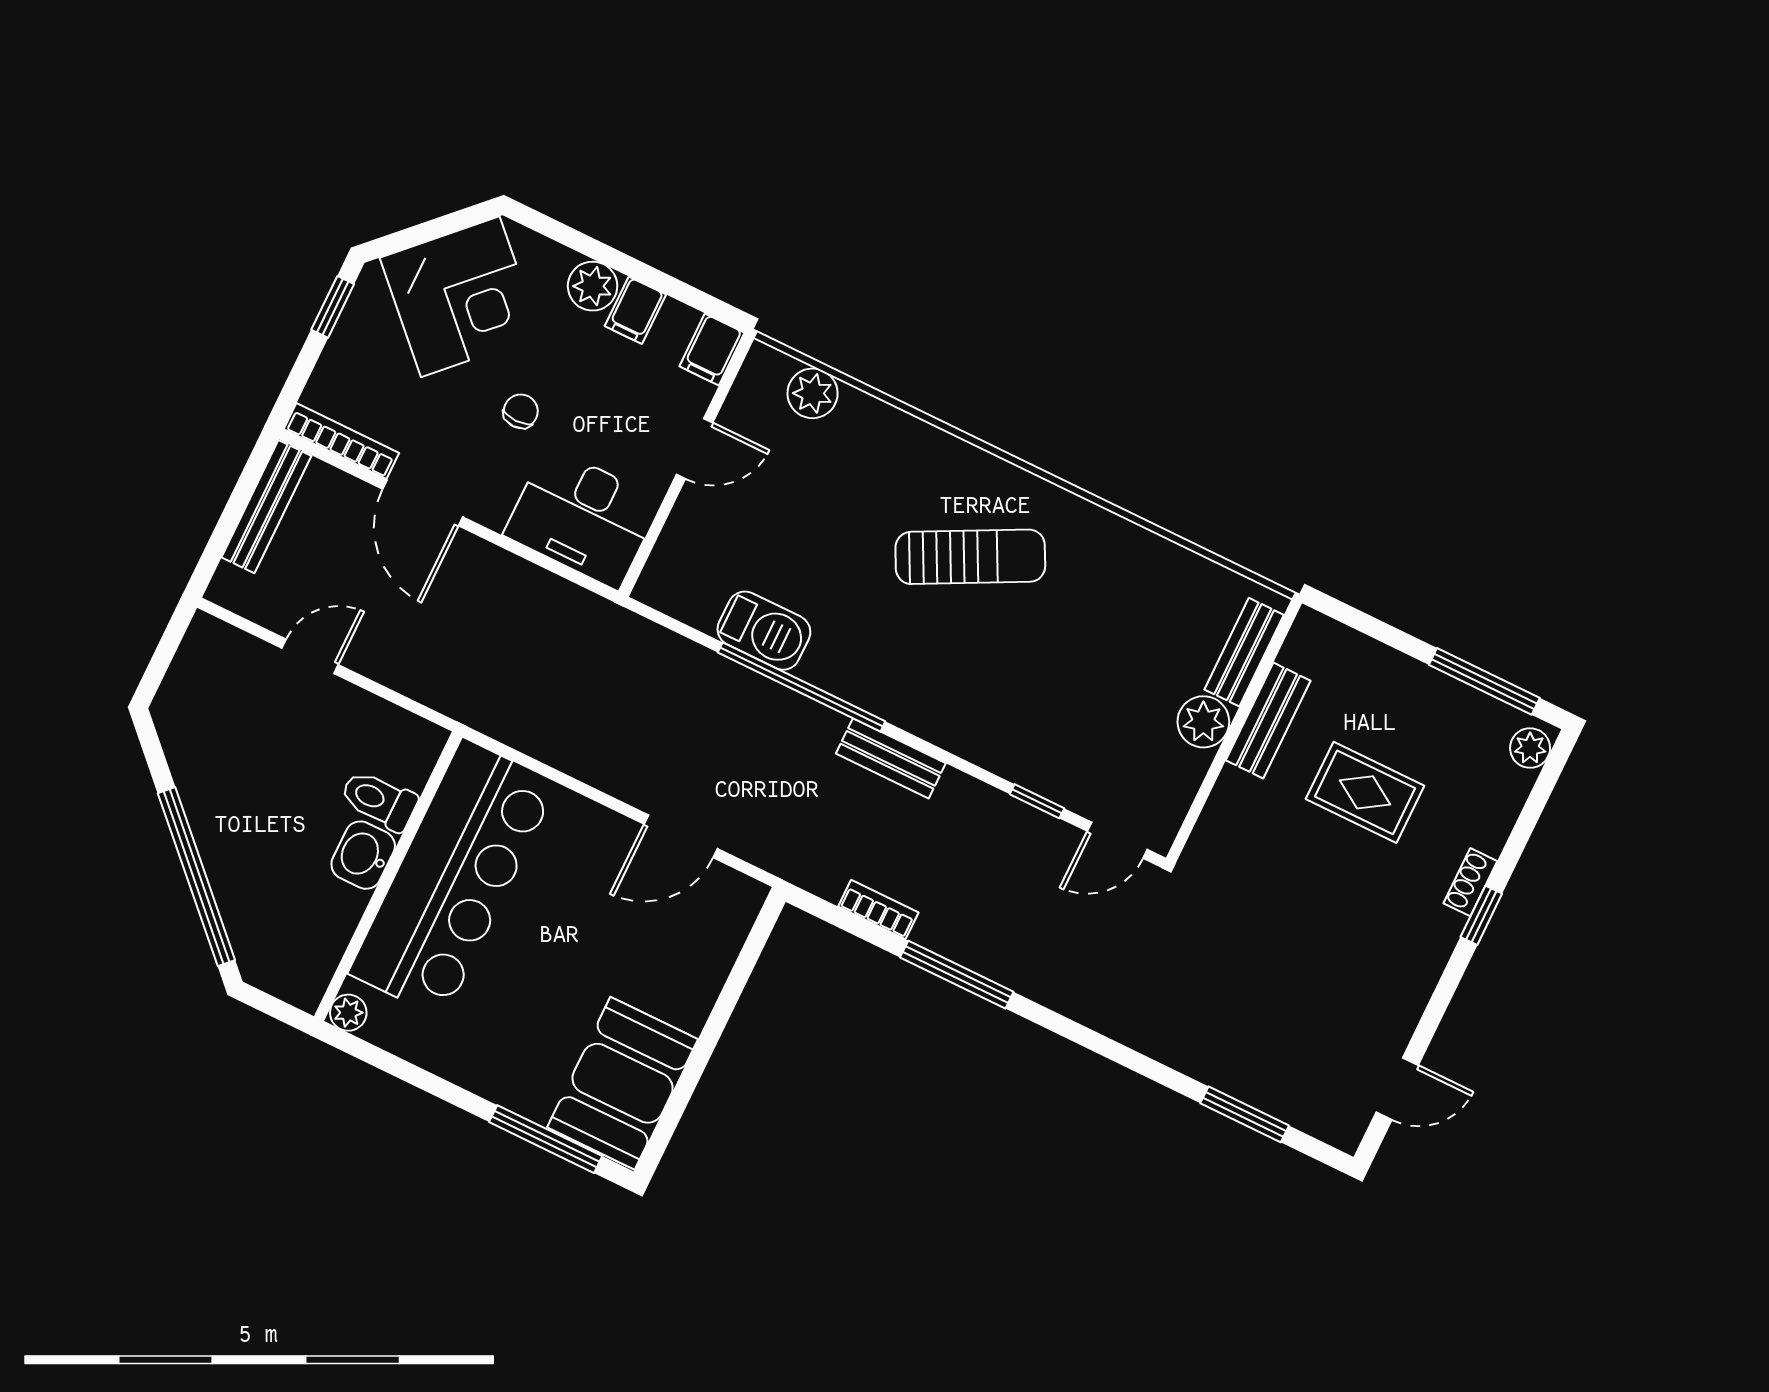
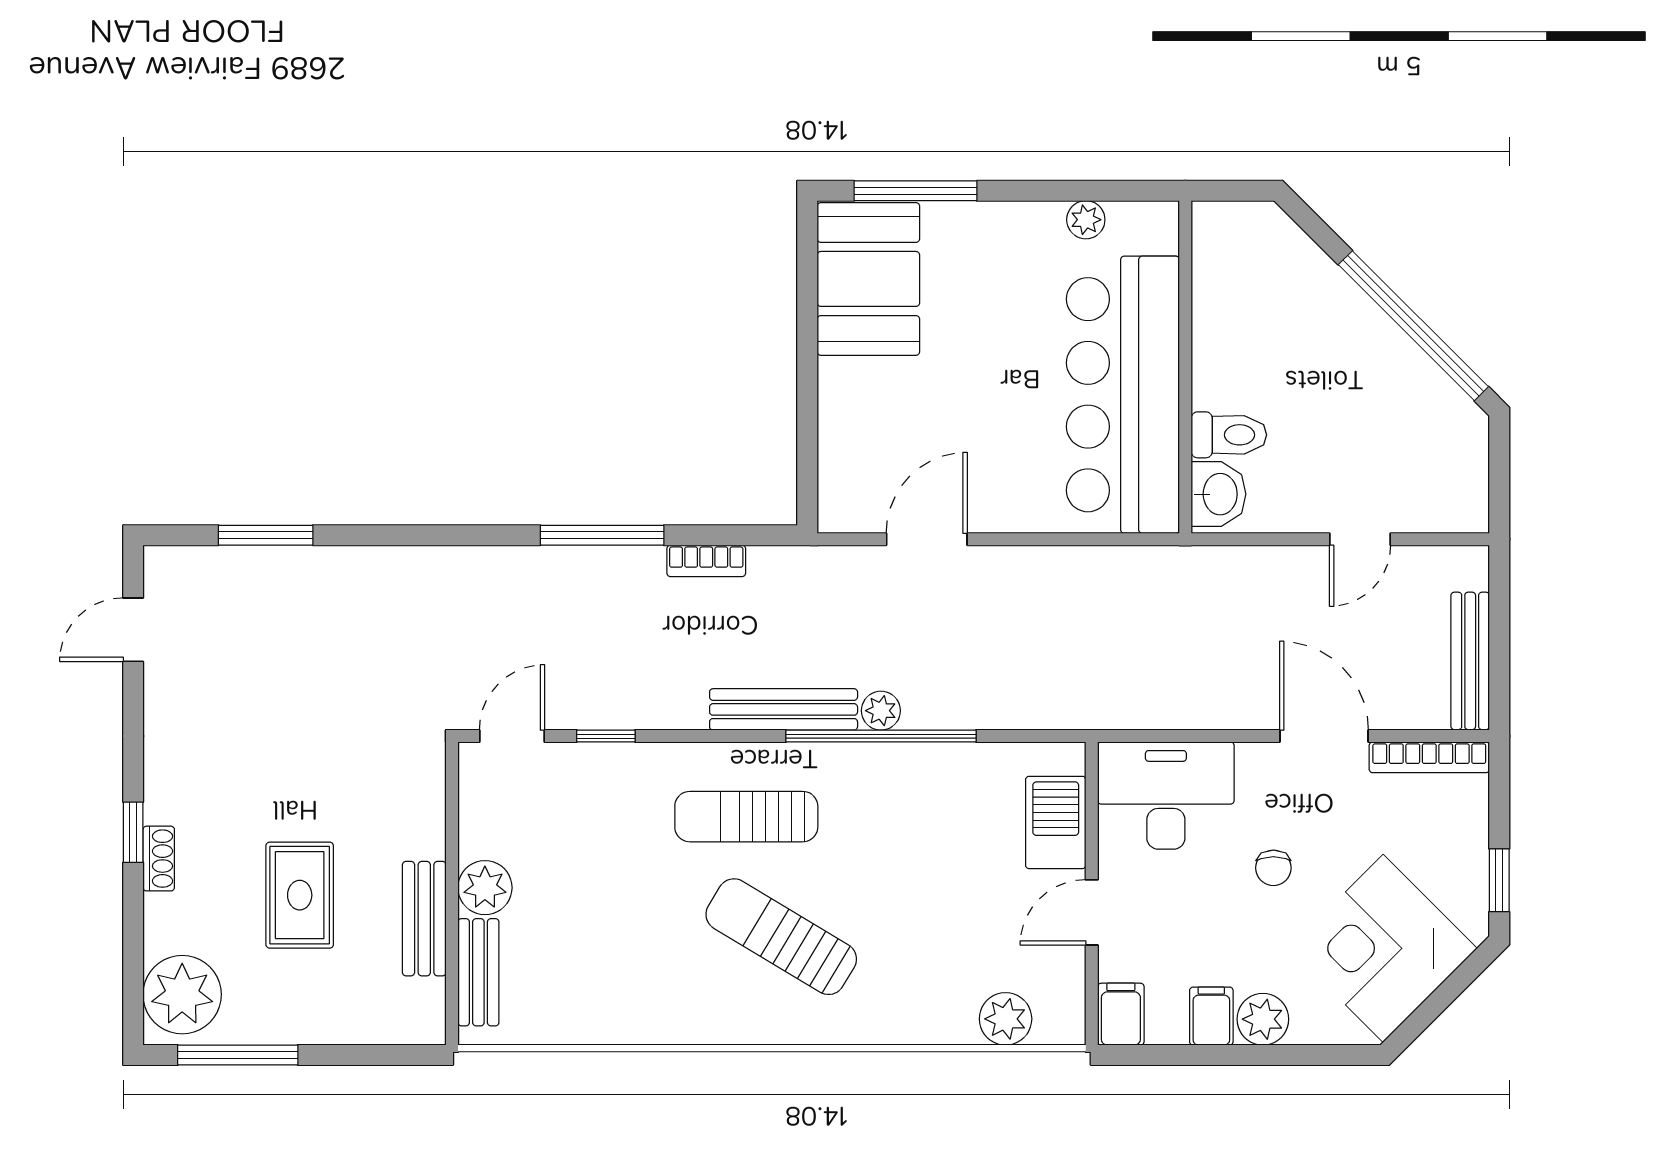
sun lounger: (970, 557) -> (781, 937), turned 58
barbecue: (764, 631) -> (1056, 822), moved, turned 90
sun lounger: (950, 674) -> (746, 817), added
plant: (791, 709) -> (881, 711), added
plant: (1530, 748) -> (182, 995), width x1.88, depth x1.88
bench: (891, 758) -> (784, 709), width x1.36
rug: (1365, 792) -> (300, 895), turned 90
washbasin: (363, 855) -> (1219, 494), moved
window: (196, 877) -> (1413, 326), moved
plant: (348, 1013) -> (1086, 220), moved

